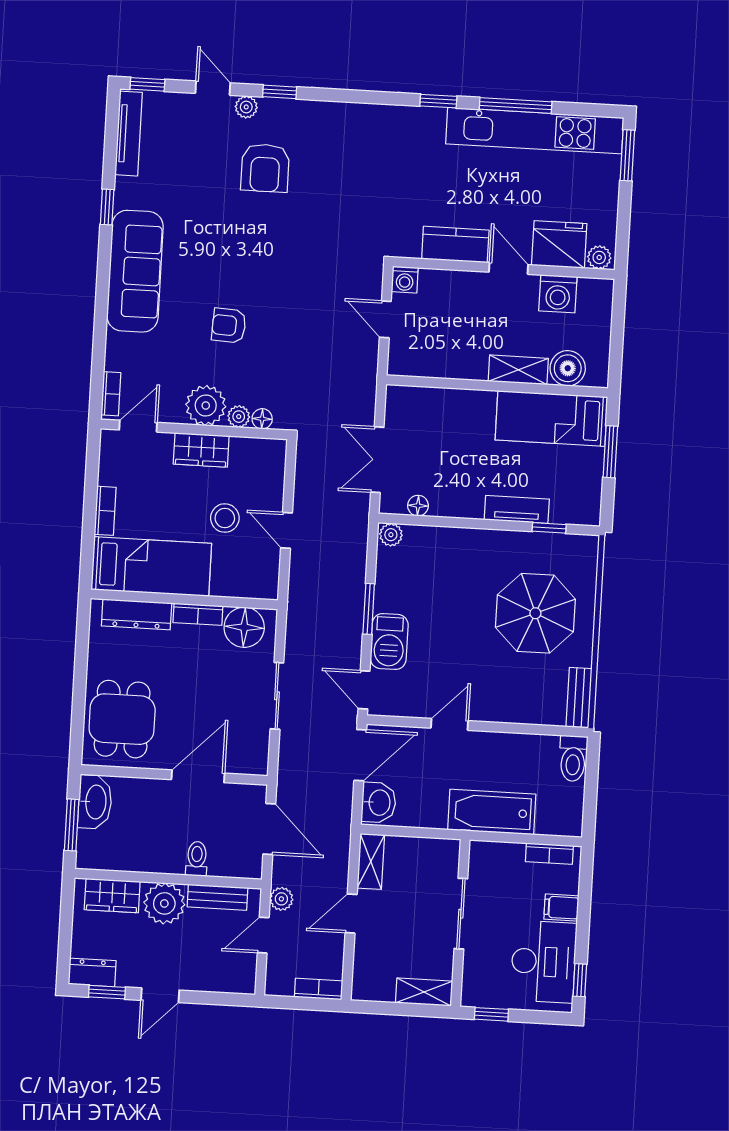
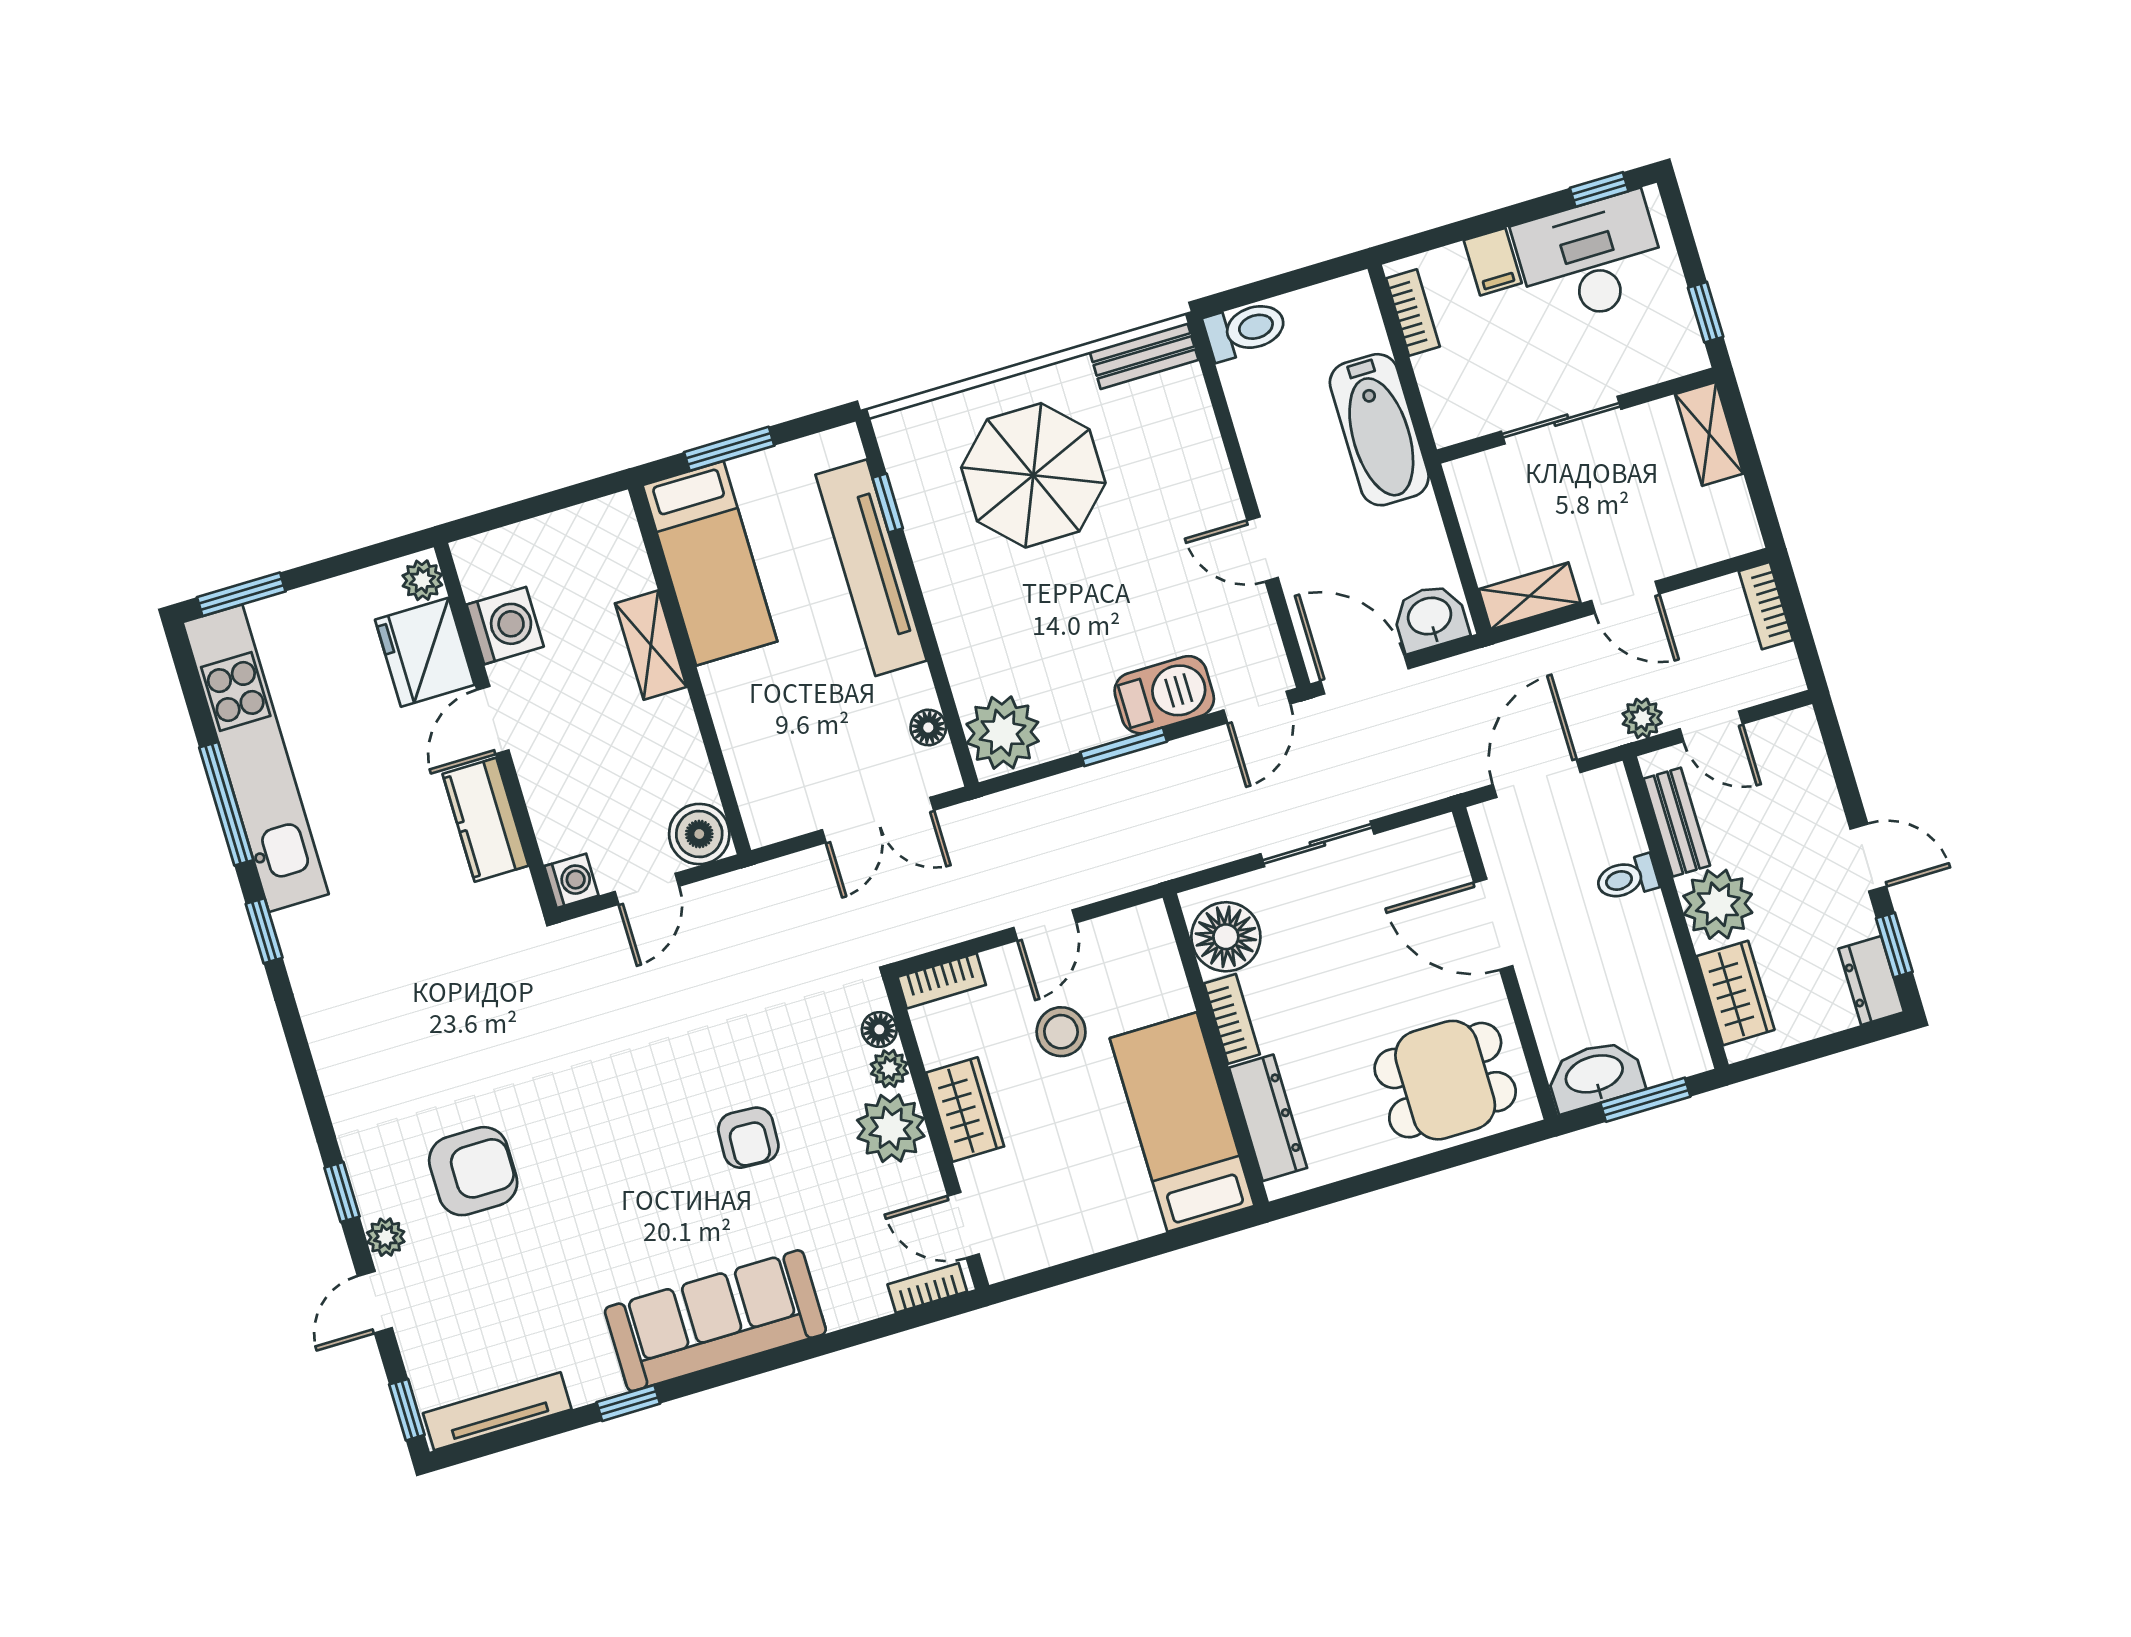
boiler: (568, 368) -> (699, 834), moved
tv unit: (517, 509) -> (871, 568), width x1.92, depth x1.29
bookcase: (105, 511) -> (942, 981), moved, turned 180
plant: (391, 535) -> (1003, 733), width x1.88, depth x1.88

